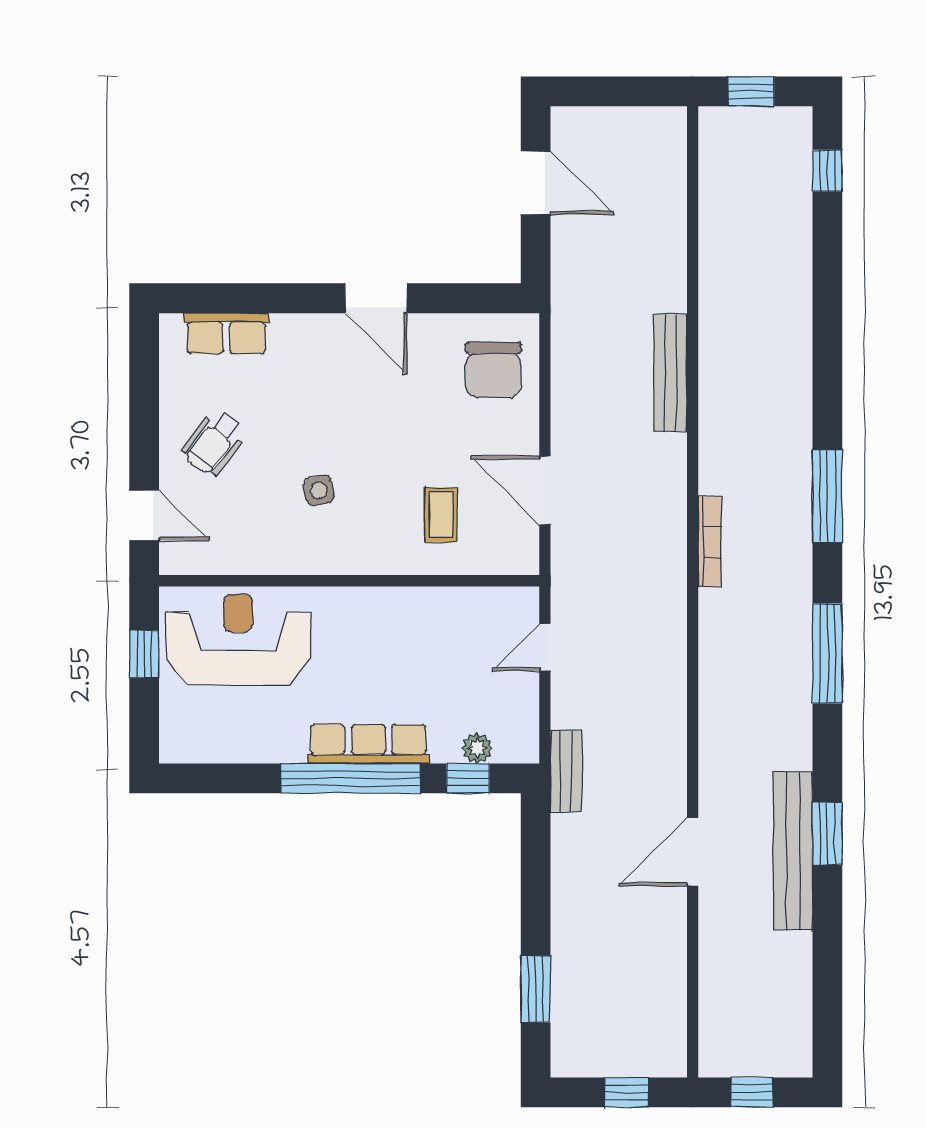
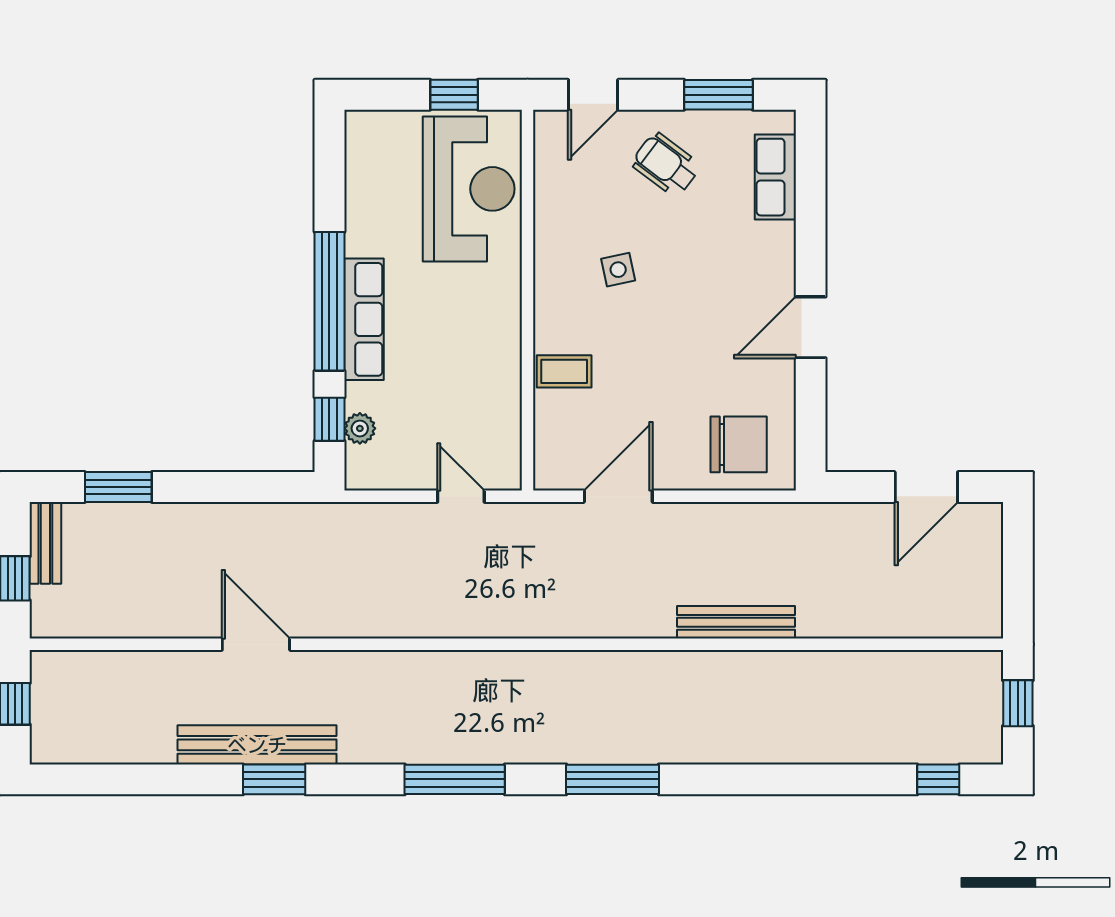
chair: (493, 370) -> (739, 444), turned 180
window: (144, 390) -> (718, 95), added
coffee table: (441, 515) -> (564, 371), moved
bookcase: (710, 542) -> (567, 661), removed
bench: (566, 771) -> (45, 543), moved, turned 90

